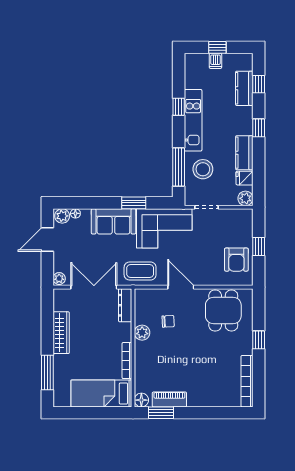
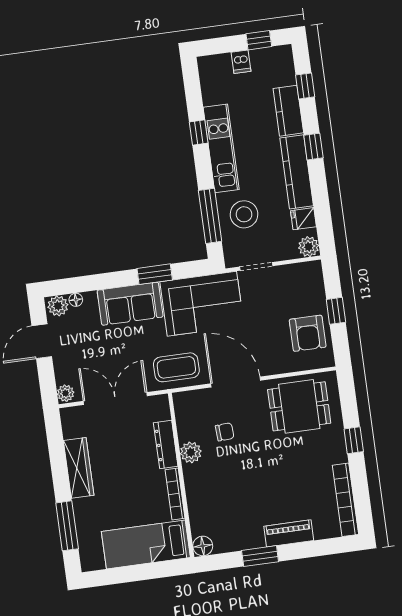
window: (217, 47) -> (259, 40), moved
kitchen counter: (244, 88) -> (288, 111), moved
kitchen counter: (244, 153) -> (297, 172), width x1.50
door: (181, 287) -> (236, 382), width x1.36
dresser: (125, 305) -> (166, 445), moved
dining table: (223, 311) -> (299, 406), turned 90
piano: (169, 399) -> (289, 533), moved
window: (161, 413) -> (260, 556), moved

